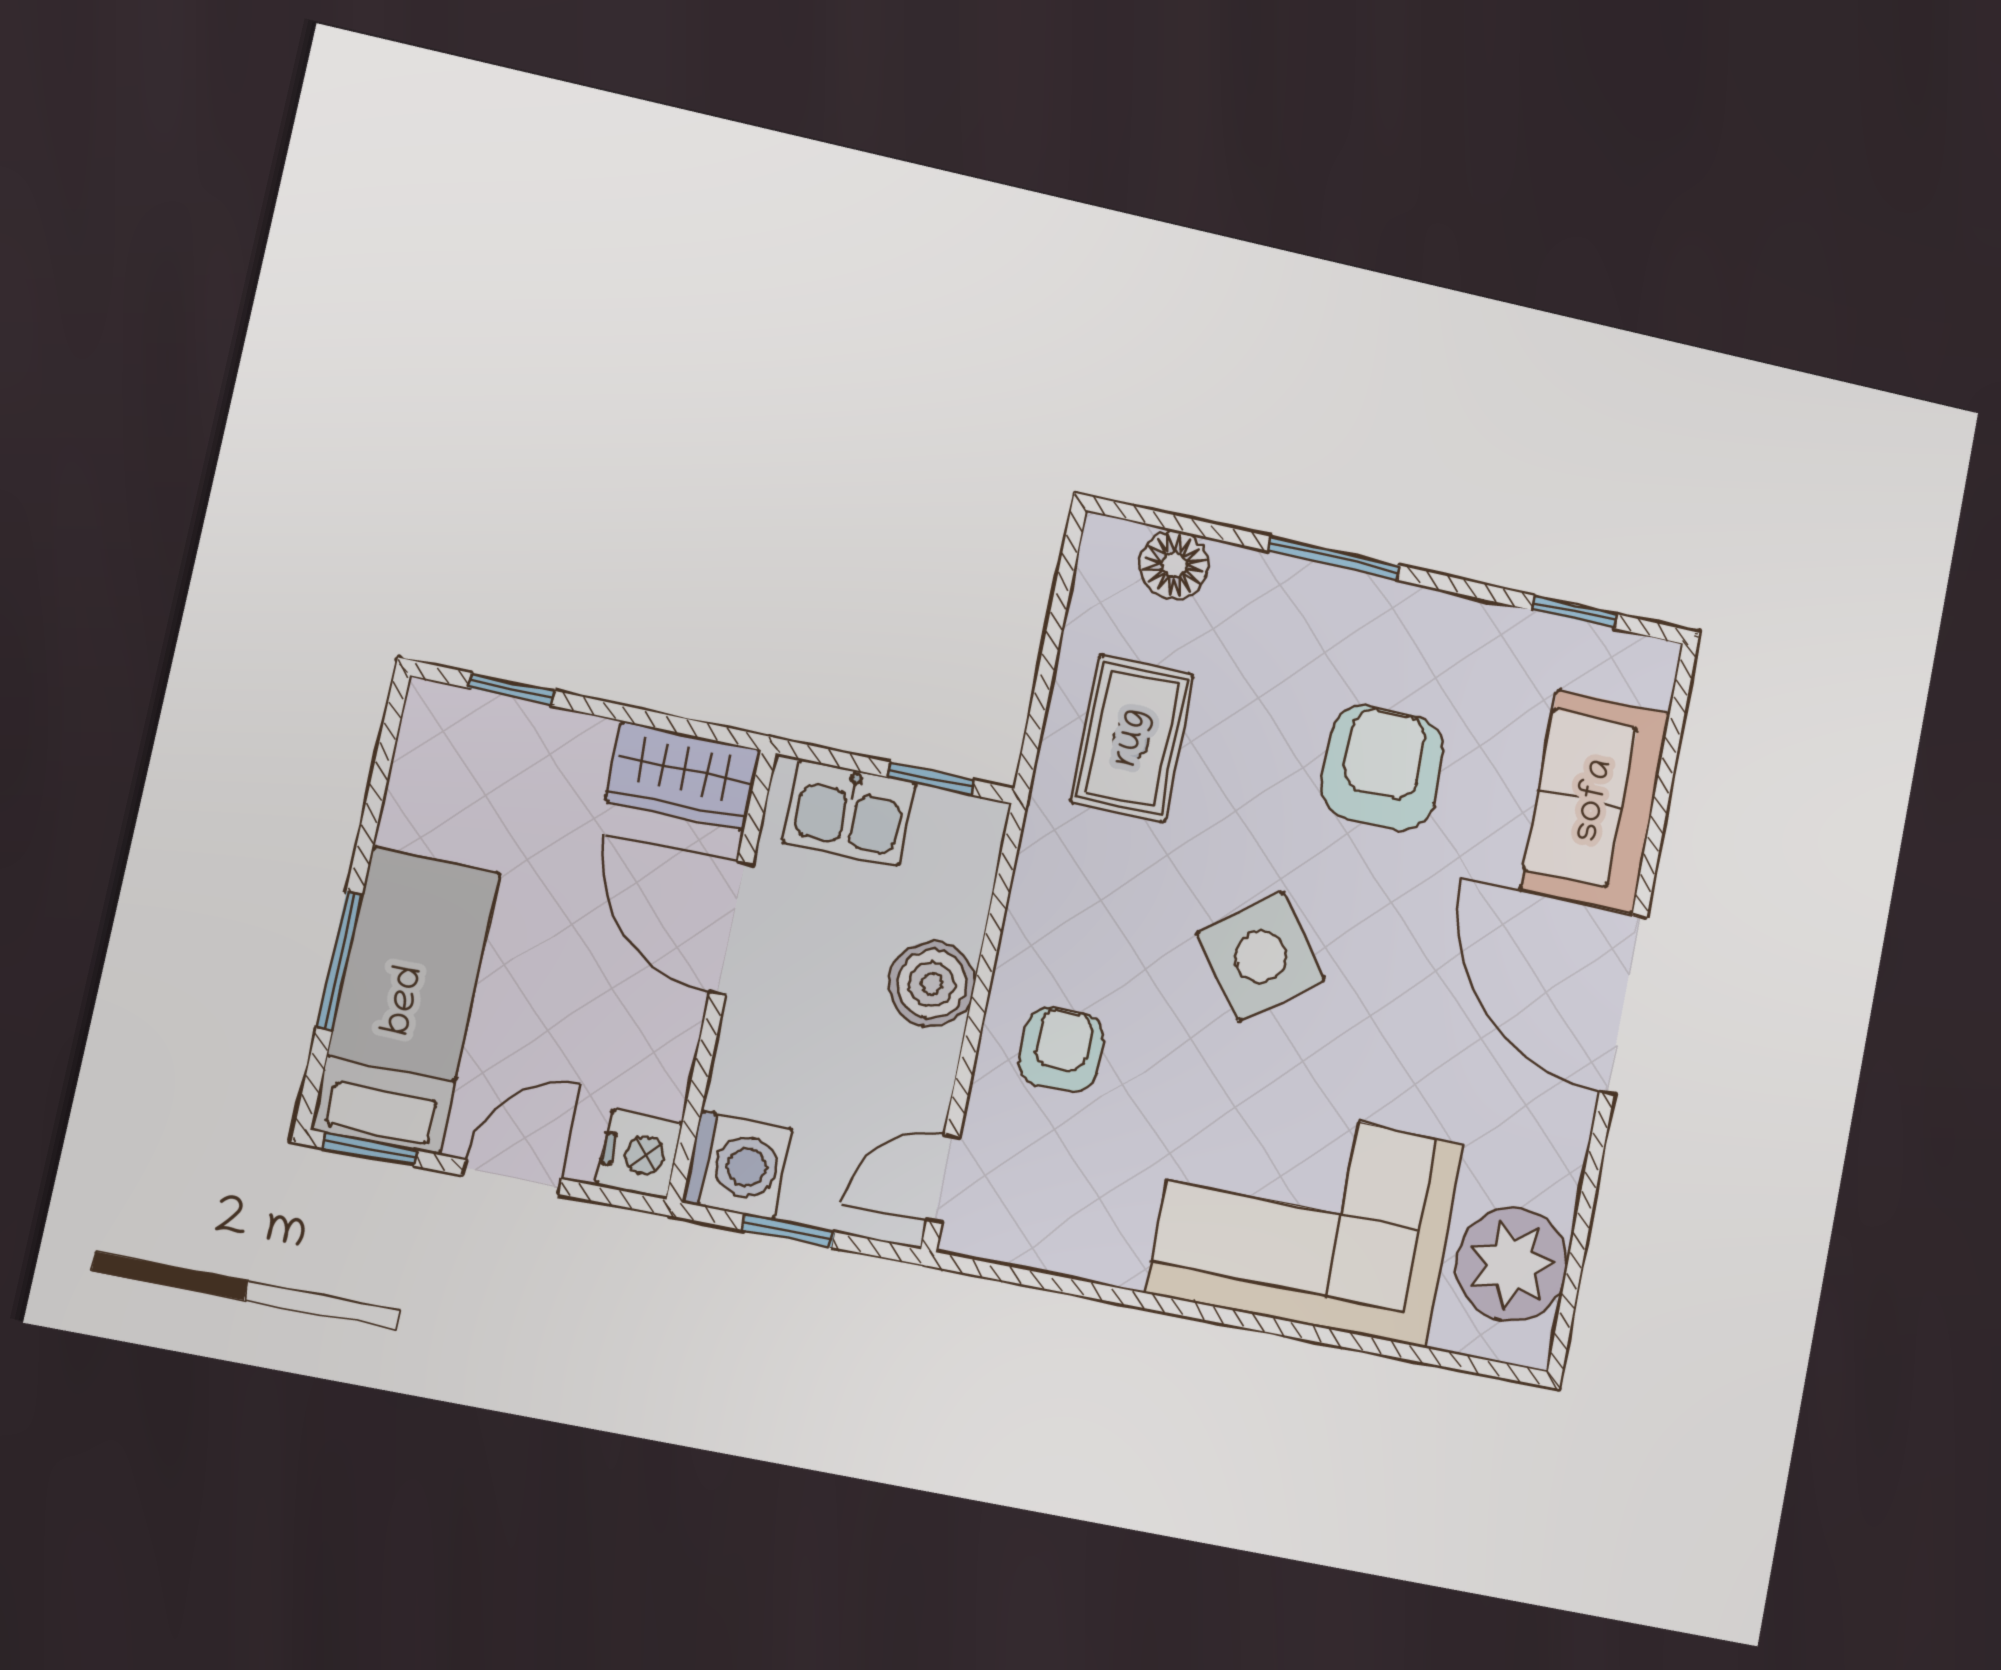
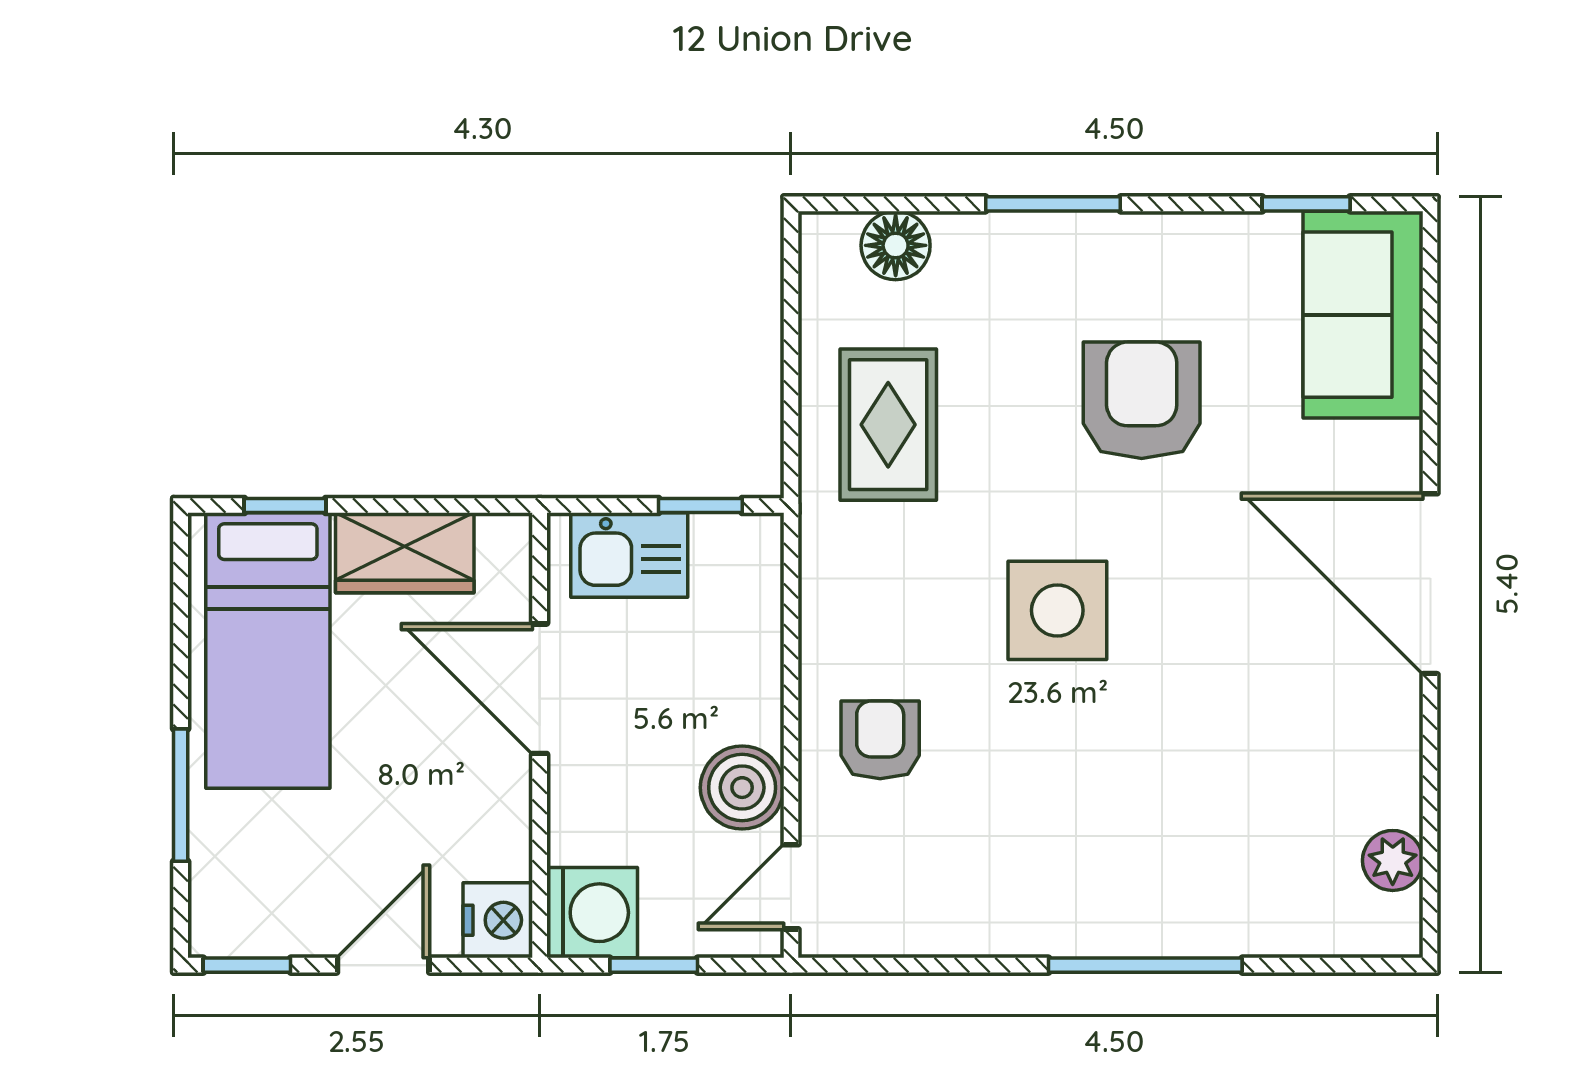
wardrobe: (683, 775) -> (405, 553), moved
sofa: (1595, 801) -> (1363, 315), moved
side table: (1261, 956) -> (1057, 610), turned 37
boiler: (932, 984) -> (742, 788), moved
bed: (406, 1001) -> (268, 651), moved, turned 180
corner sofa: (1305, 1218) -> (1152, 855), removed
plant: (1512, 1265) -> (1393, 860), width x0.53, depth x0.53
window: (1278, 1327) -> (1145, 965), added

